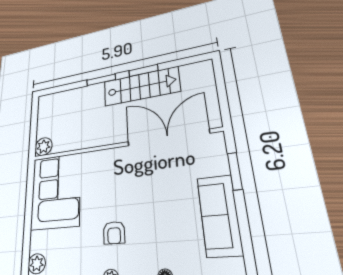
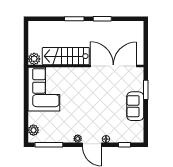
stairs: (141, 86) -> (66, 56), moved, turned 180
sofa: (219, 215) -> (135, 106), width x0.73
armchair: (114, 233) -> (80, 116), removed

